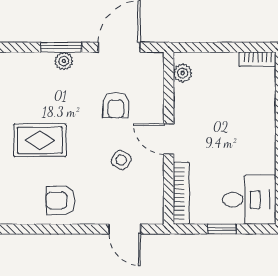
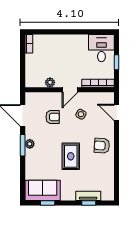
plant: (183, 73) -> (50, 82), moved
armchair: (60, 200) -> (102, 146), turned 94
door: (125, 229) -> (117, 112), swing flipped

